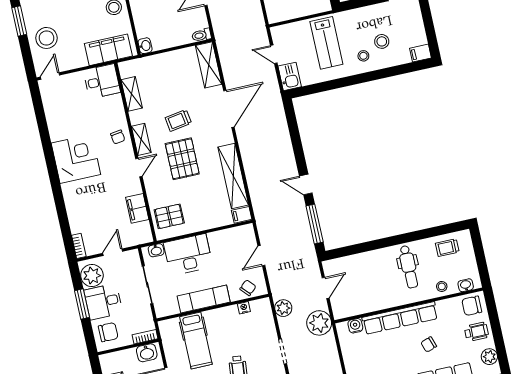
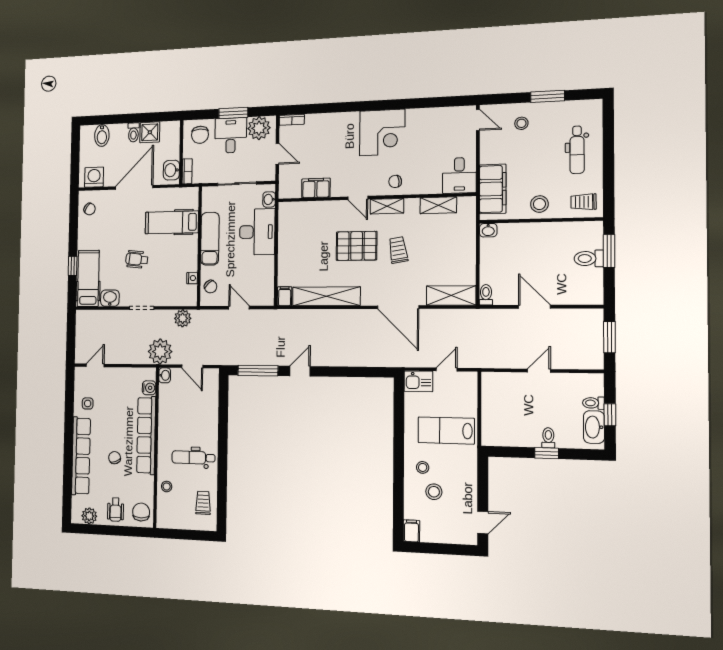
stool: (46, 38) -> (521, 123), width x0.53, depth x0.53
pallet: (169, 216) -> (300, 220), removed
washbasin: (466, 285) -> (165, 375), moved

